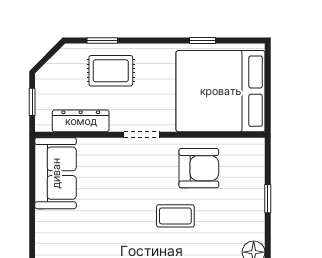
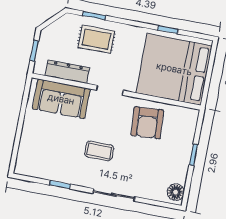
armchair: (199, 168) -> (147, 123), turned 86
sofa: (56, 173) -> (61, 99), moved, turned 90
coffee table: (175, 216) -> (99, 151), moved

